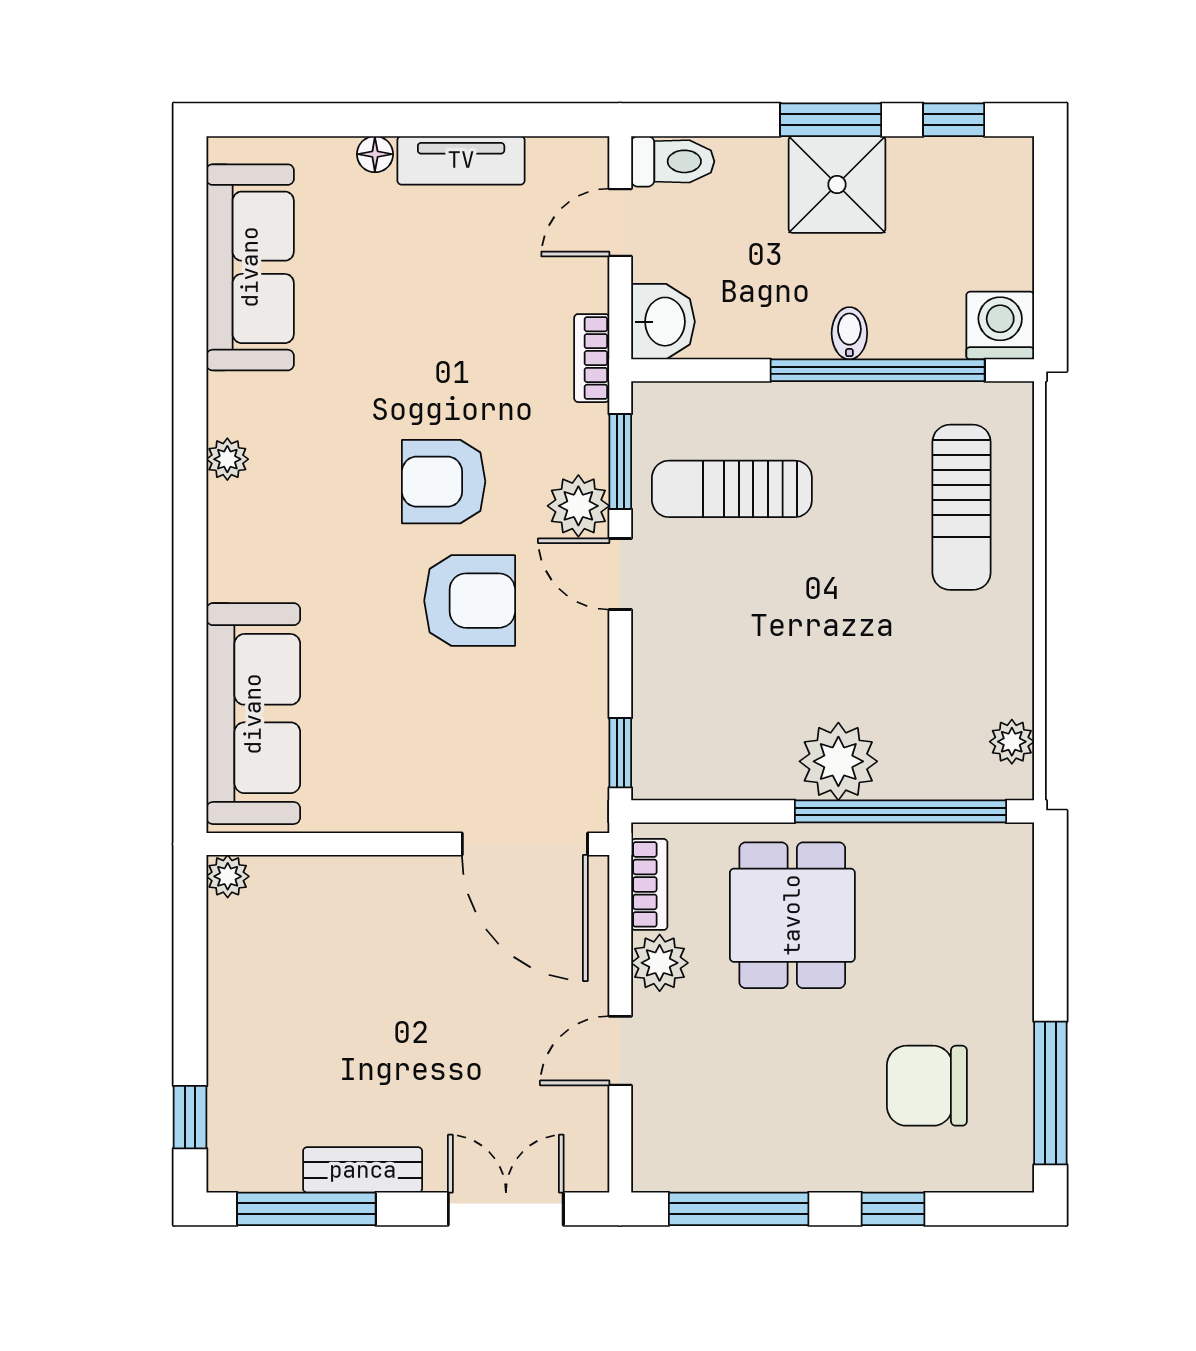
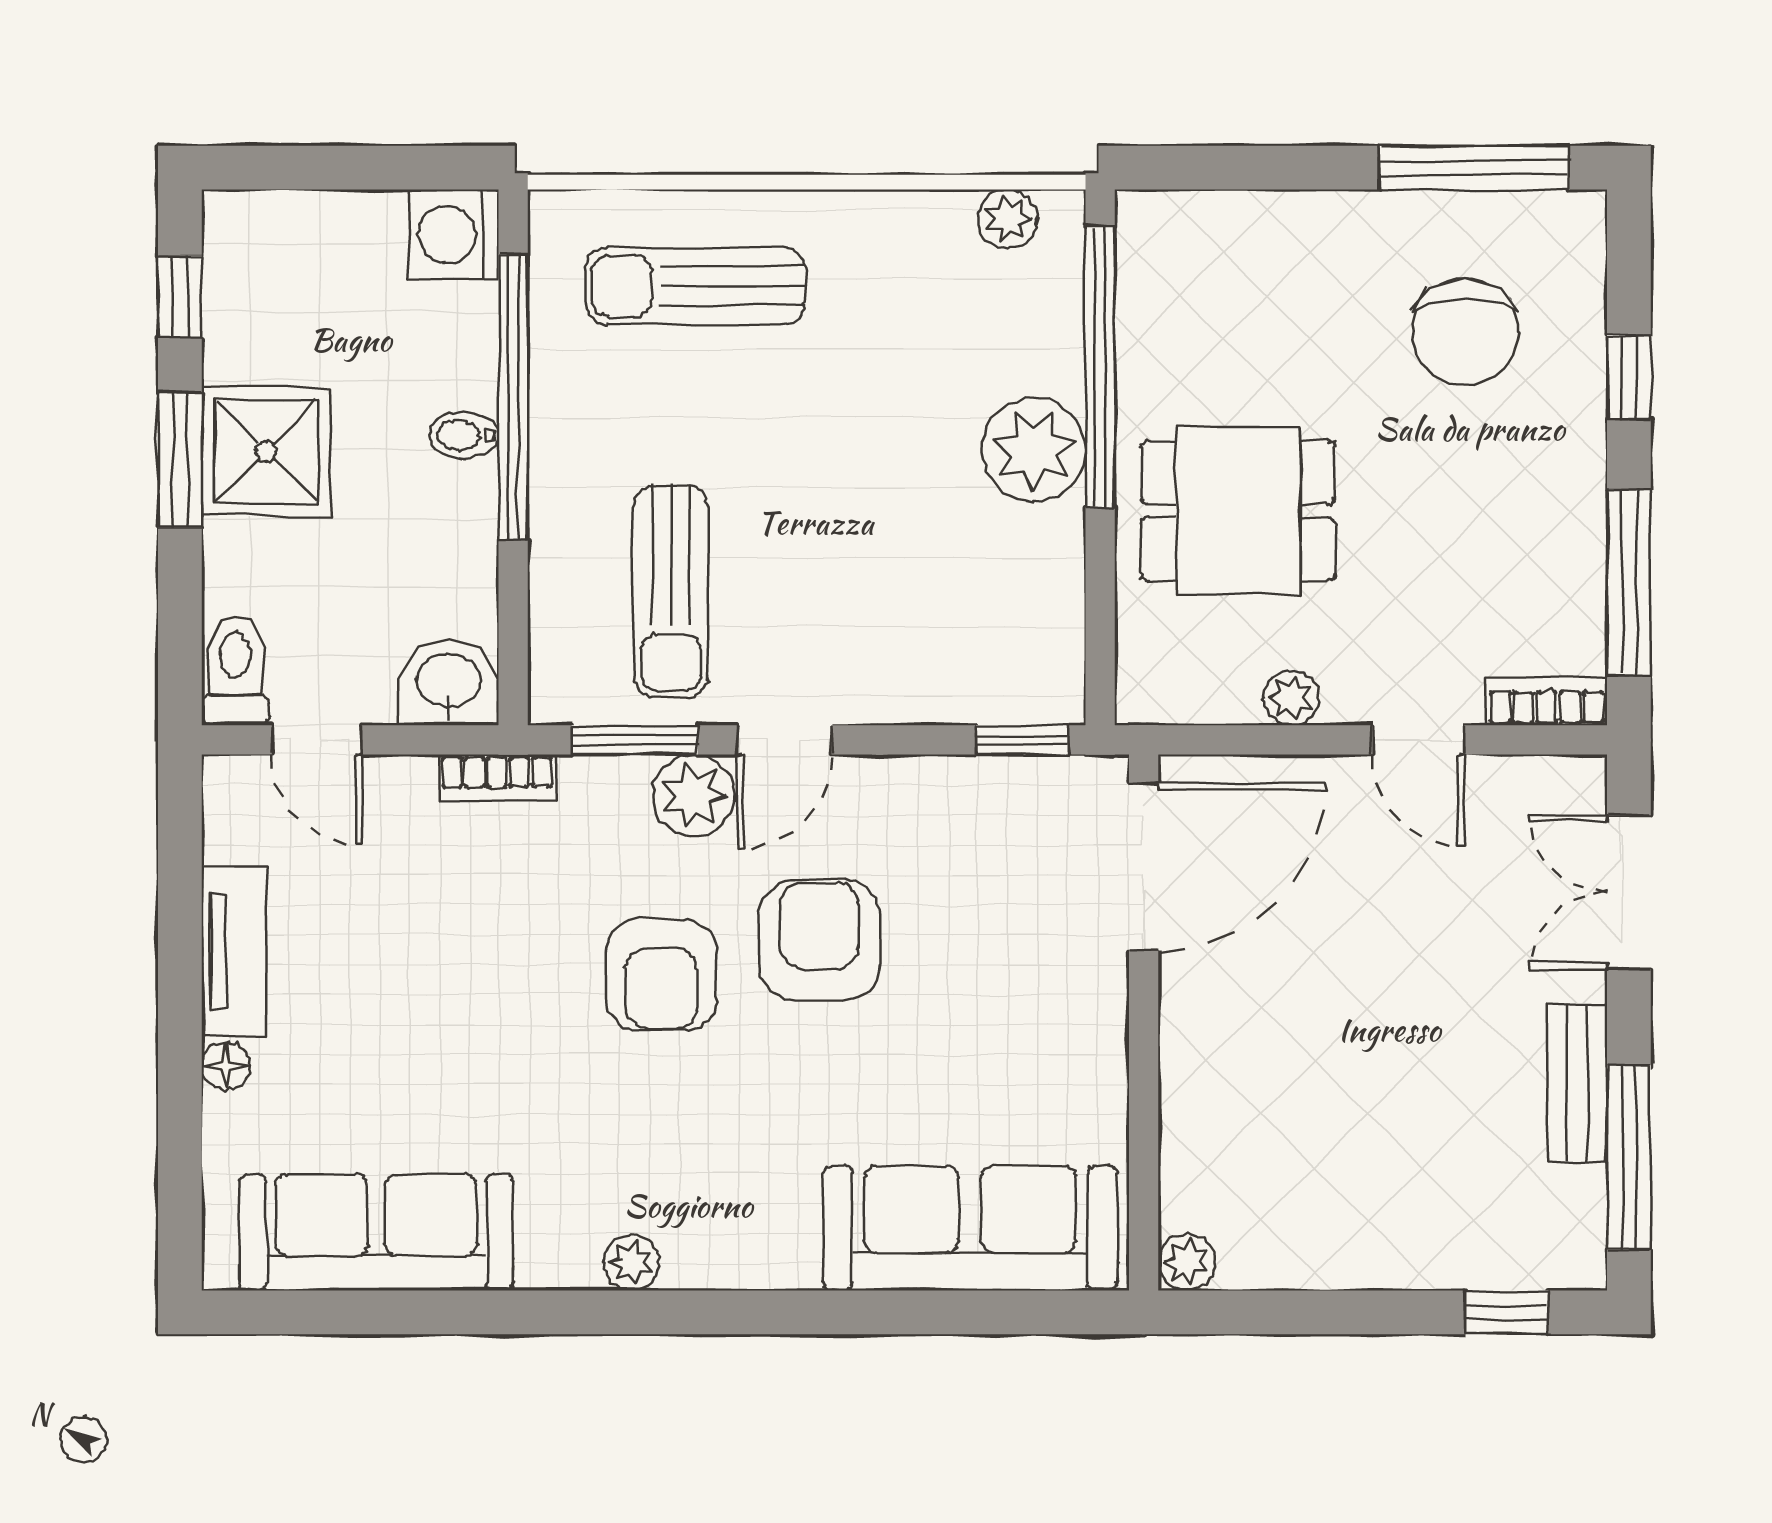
sun lounger: (962, 507) -> (696, 286), turned 180
bookcase: (649, 884) -> (1547, 701), moved
plant: (660, 963) -> (1291, 698), width x0.73, depth x0.73

